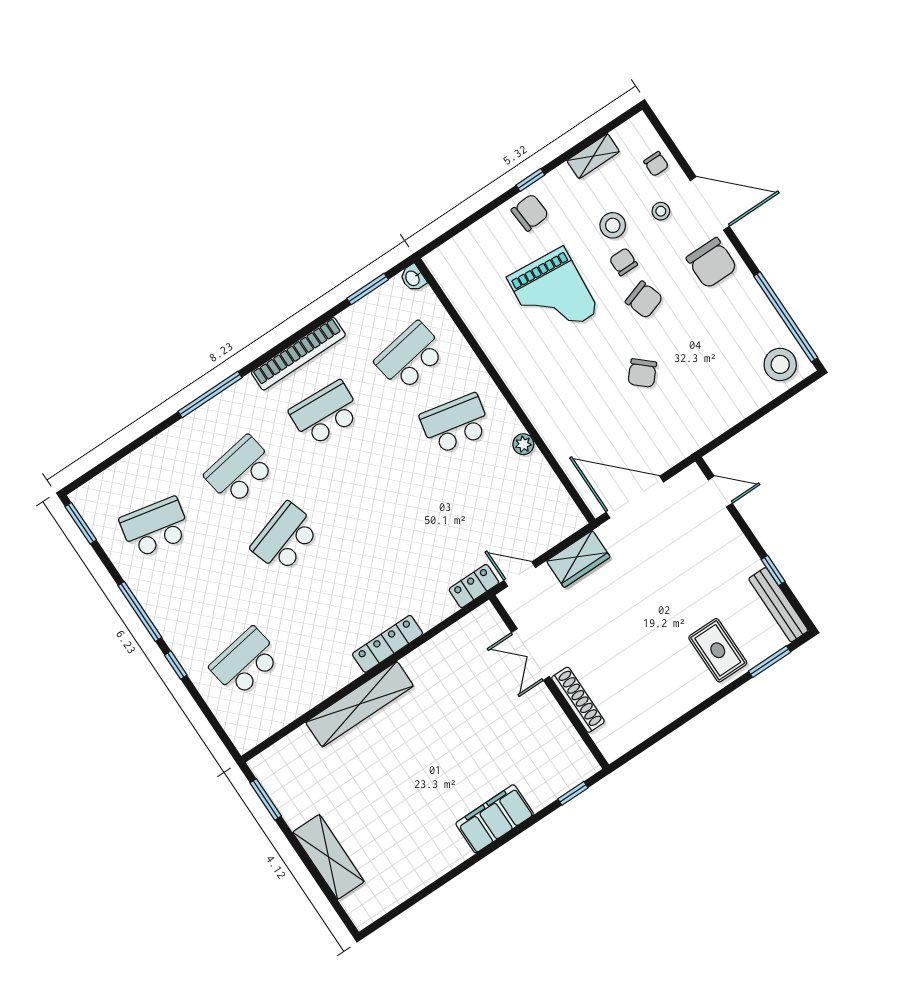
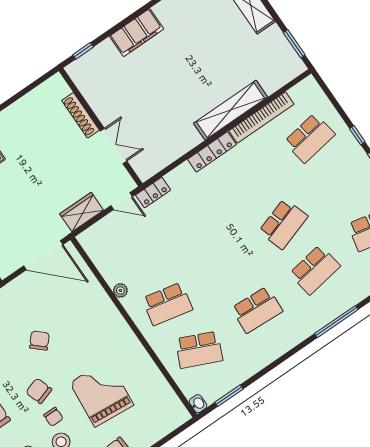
bookcase: (298, 354) -> (261, 117), moved, turned 180
school desk: (410, 356) -> (199, 350), turned 33

